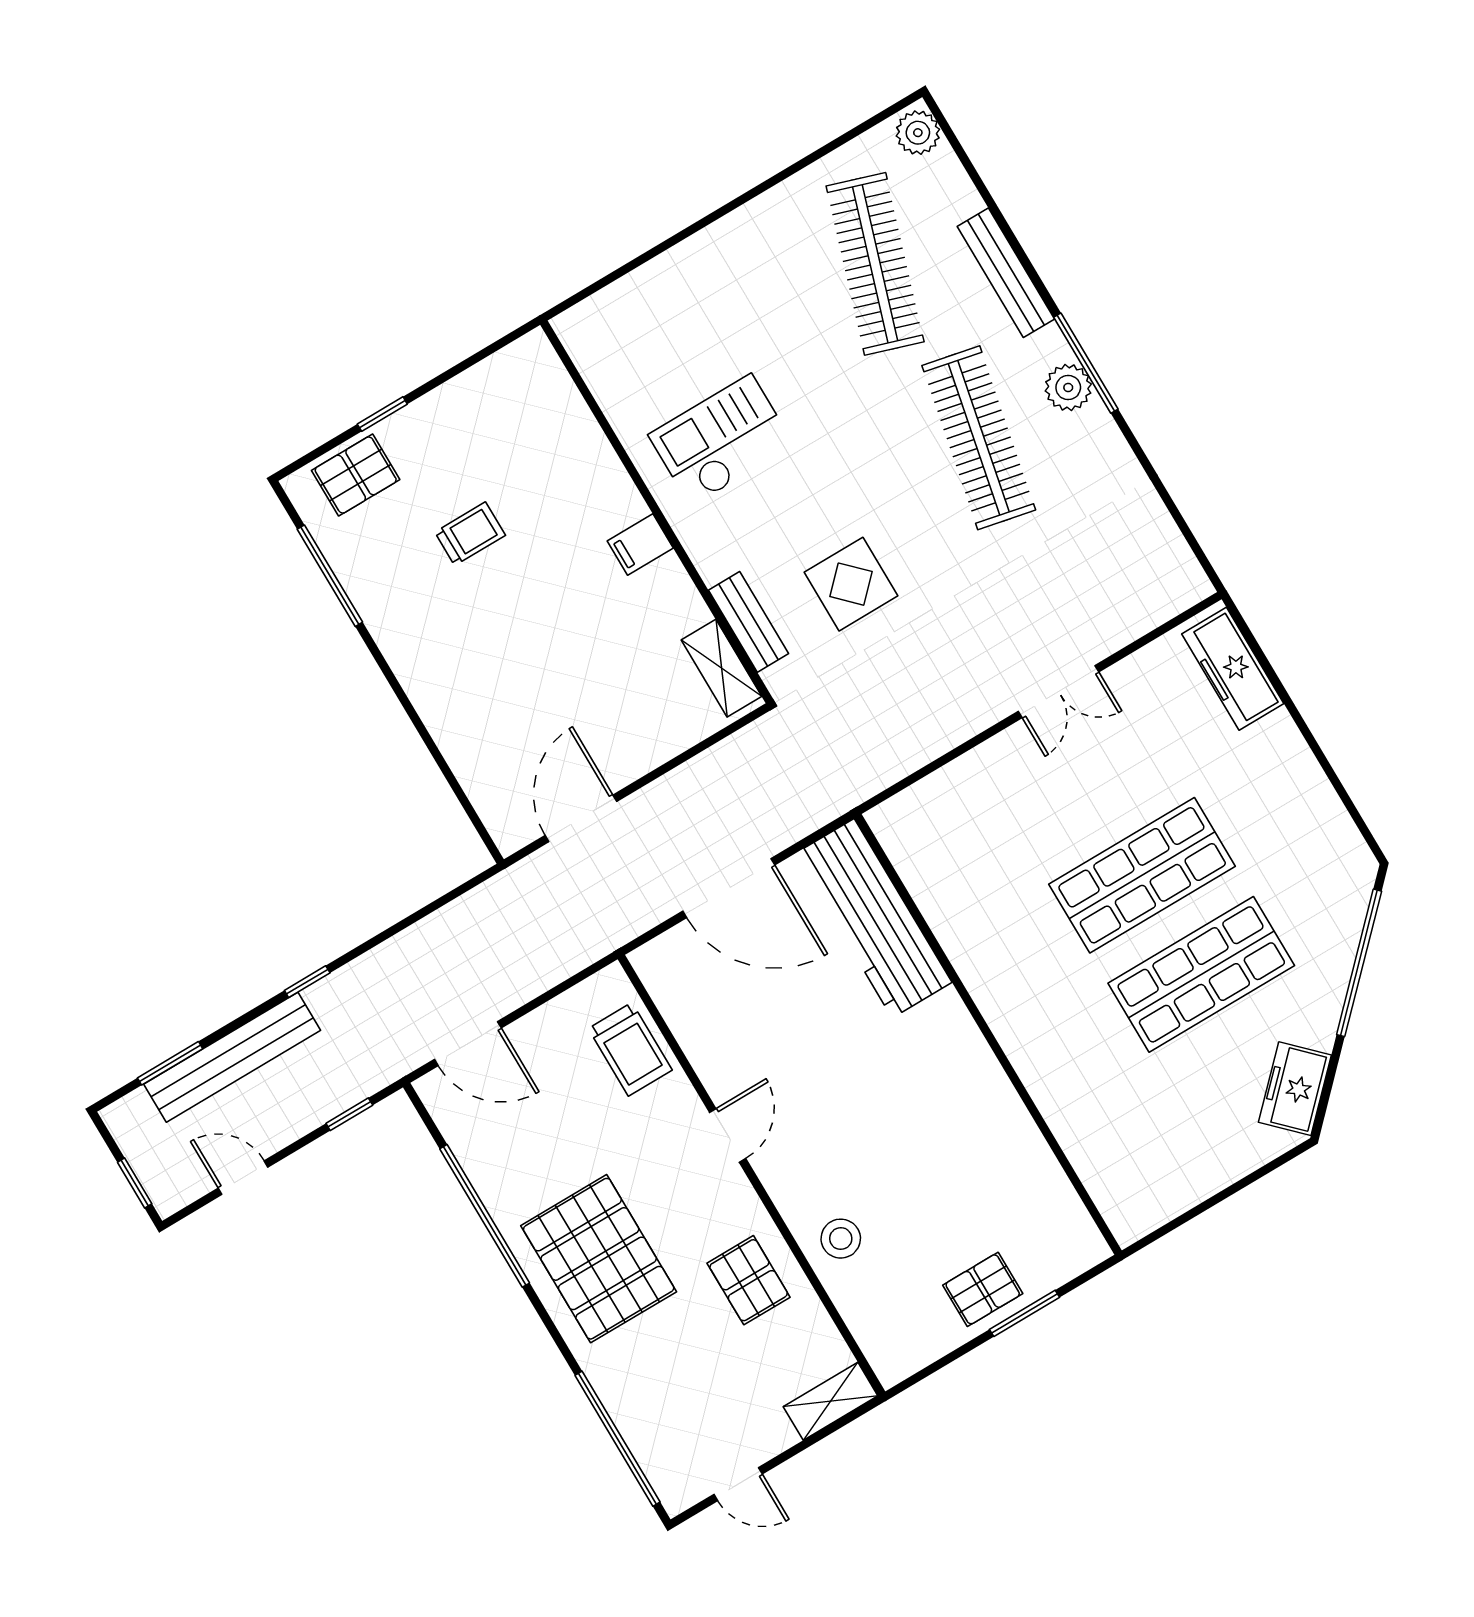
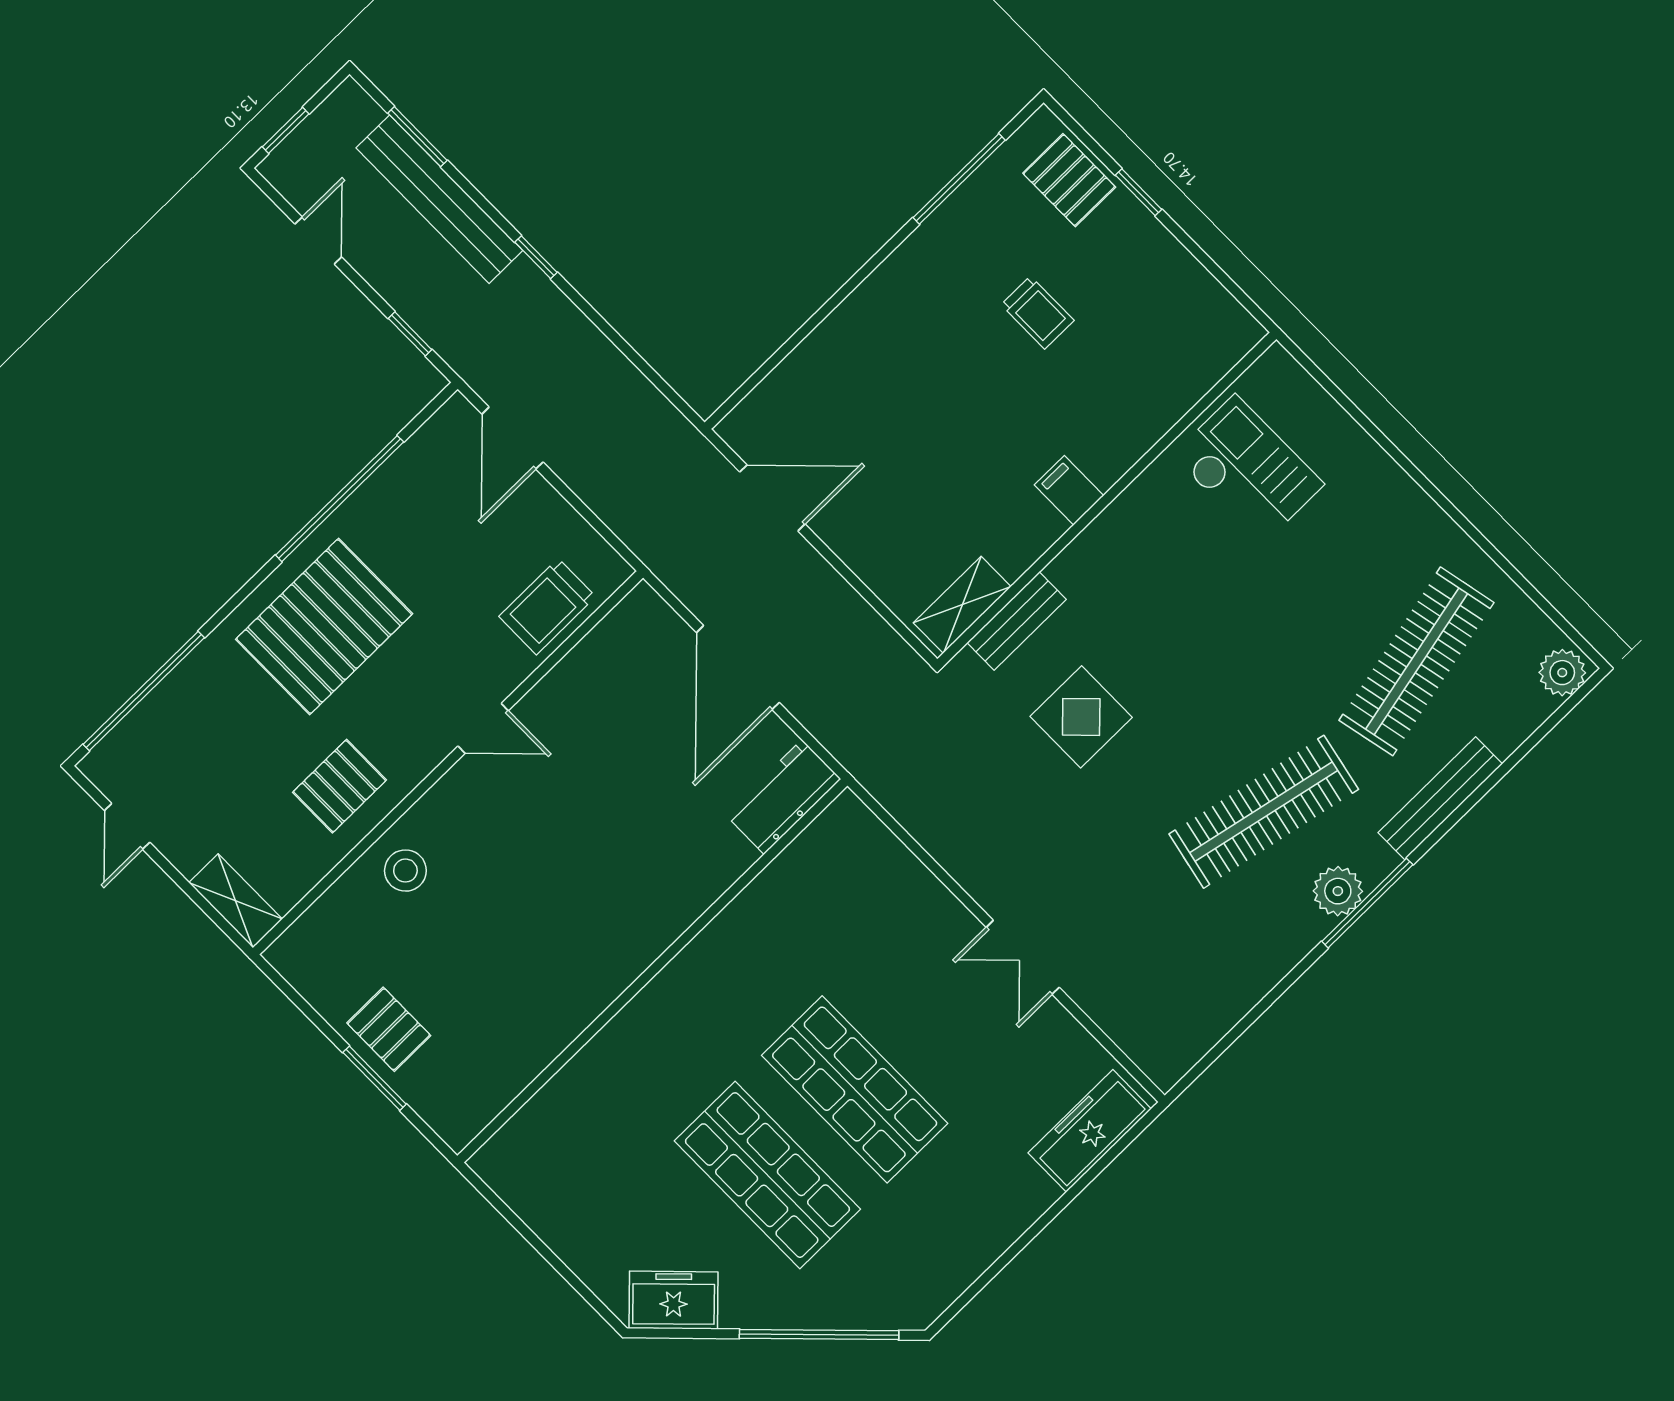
clothes rail: (875, 264) -> (1417, 661), turned -30
checkout: (721, 440) -> (1248, 470), moved
workbench: (873, 918) -> (783, 797), width x0.53, depth x0.76

